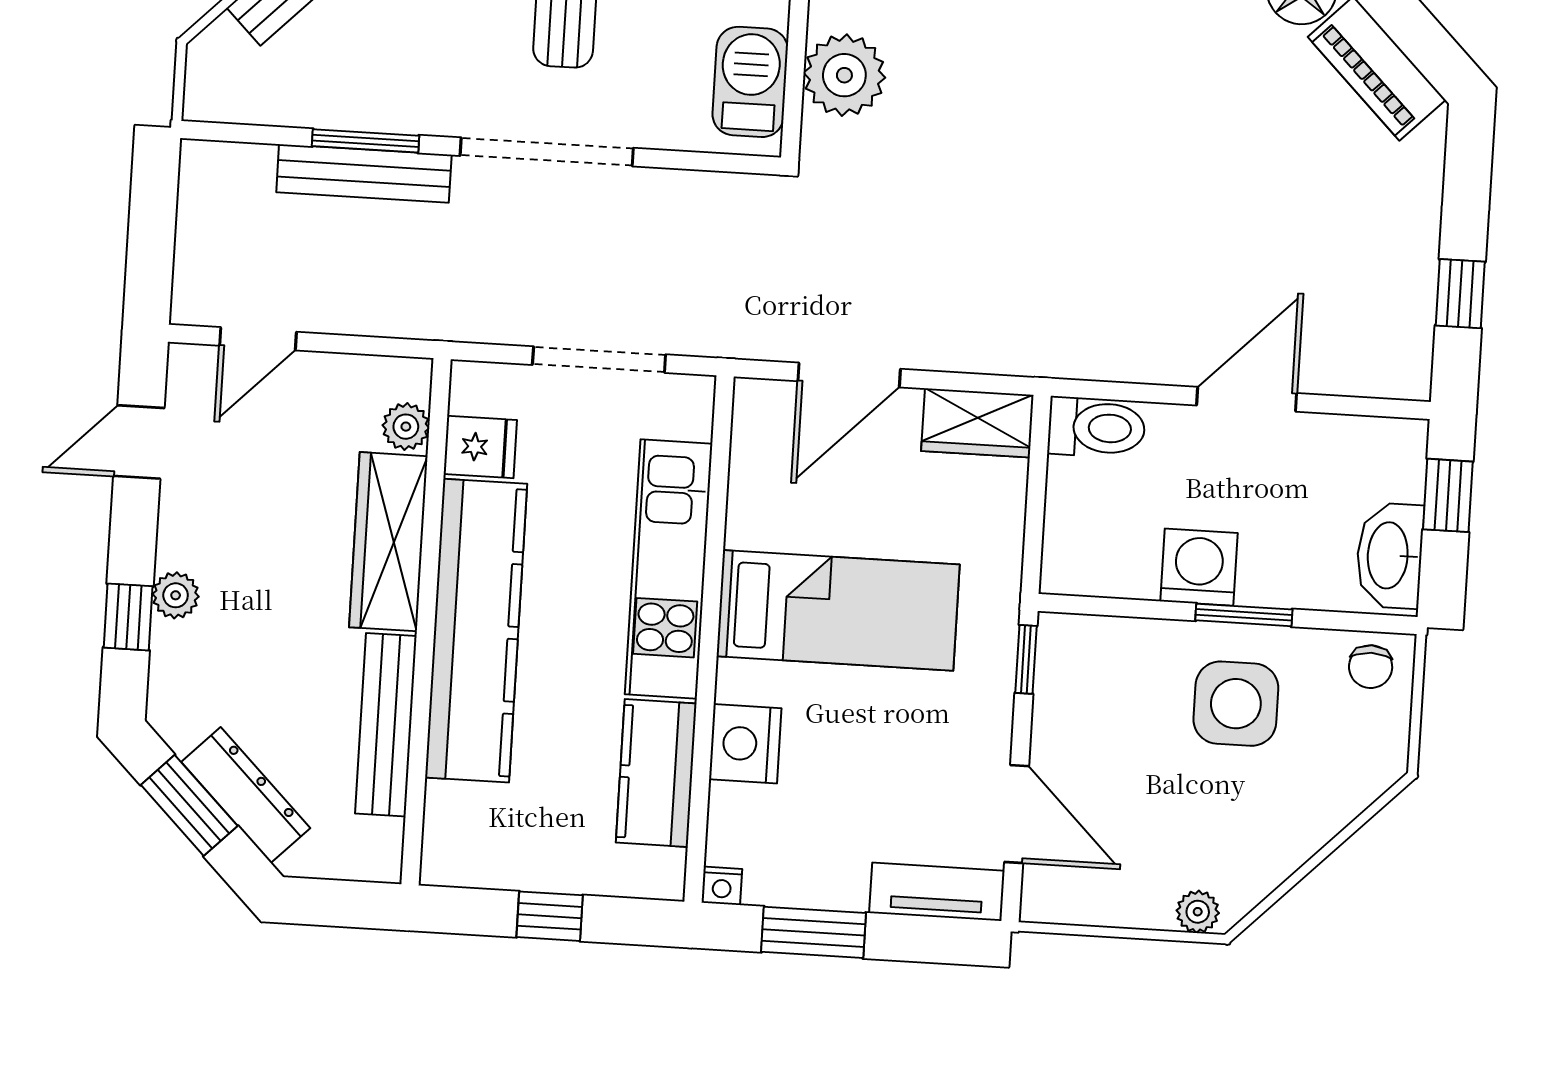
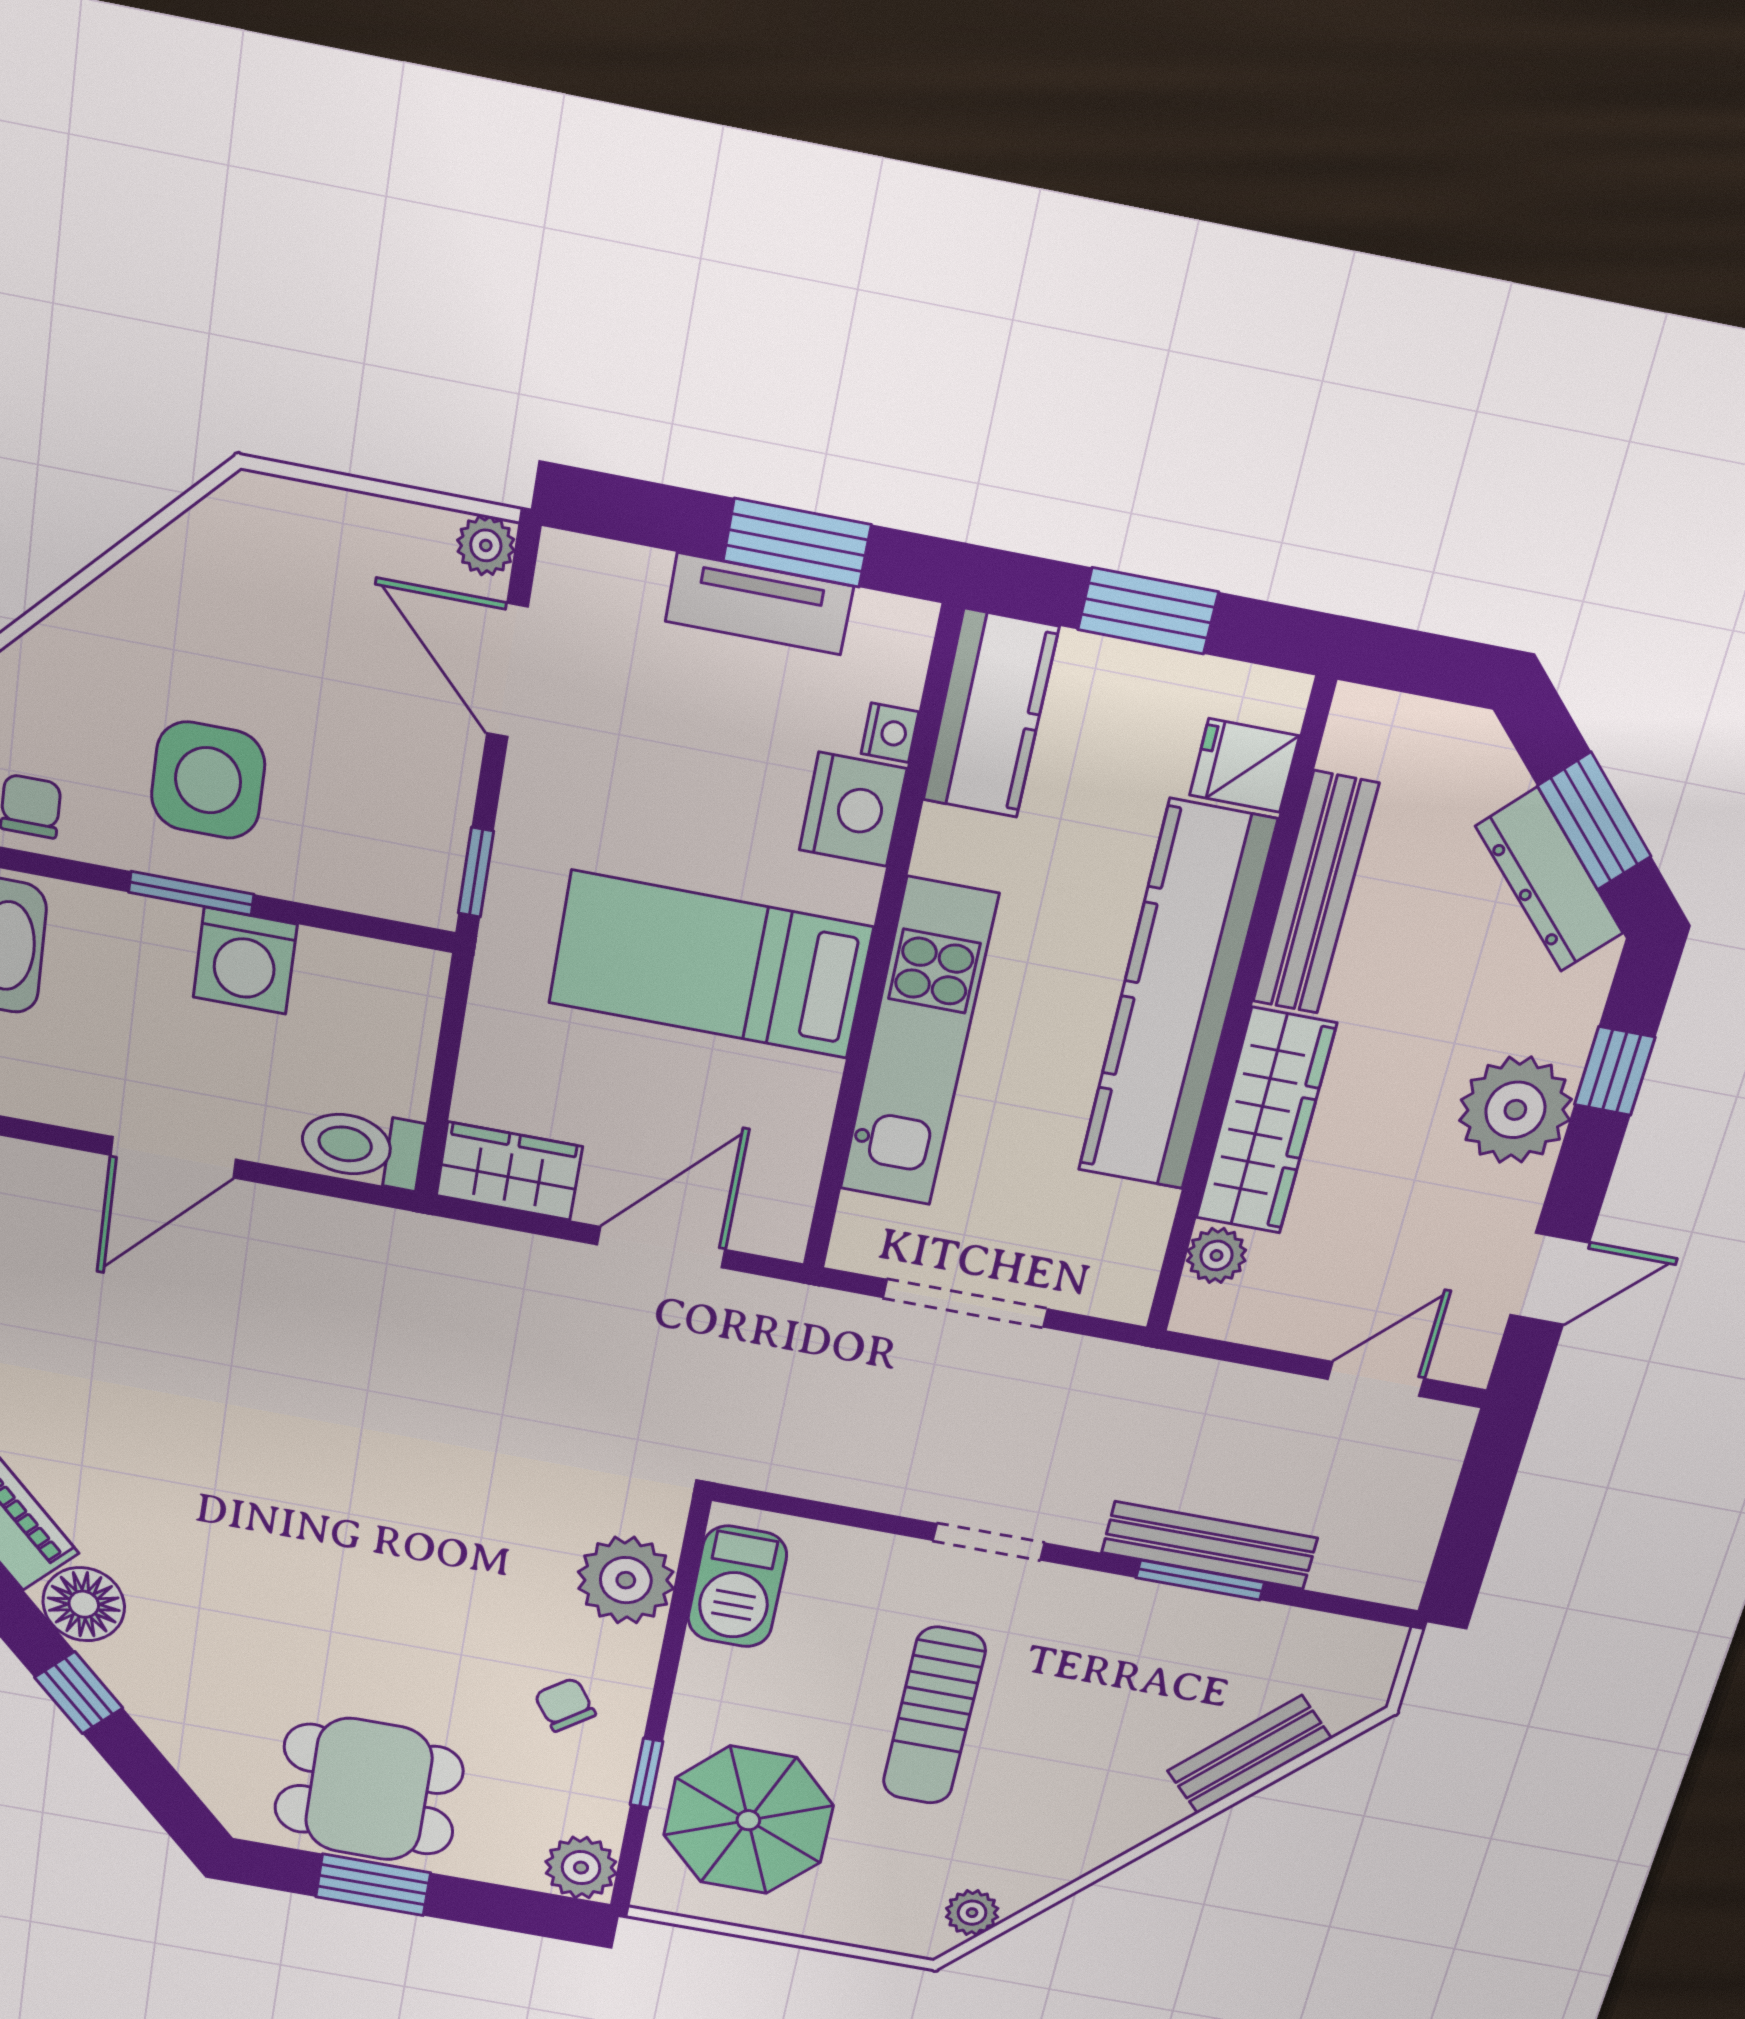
doorway: (547, 152) -> (989, 1542), width x0.53
fridge: (480, 447) -> (1244, 765), moved
plant: (176, 595) -> (1515, 1110), width x1.88, depth x1.88
kitchen counter: (656, 773) -> (991, 714), moved
dresser: (246, 795) -> (1549, 880), moved
nightstand: (722, 886) -> (890, 733), moved, turned 90
tv unit: (937, 892) -> (759, 604), moved
plant: (1198, 912) -> (486, 545), moved
window: (550, 916) -> (1148, 611), width x1.50

